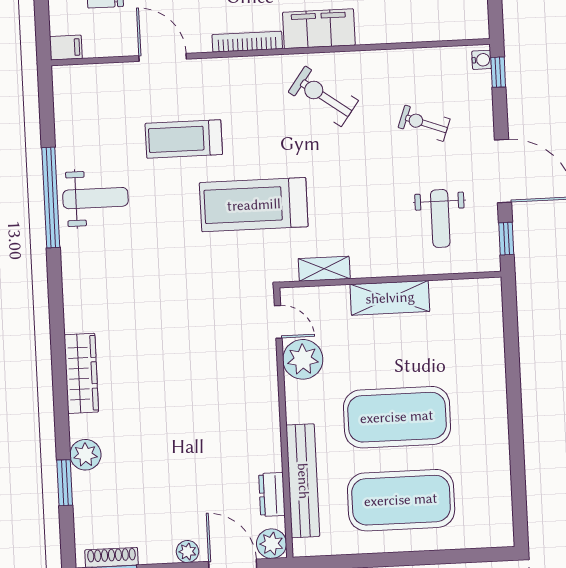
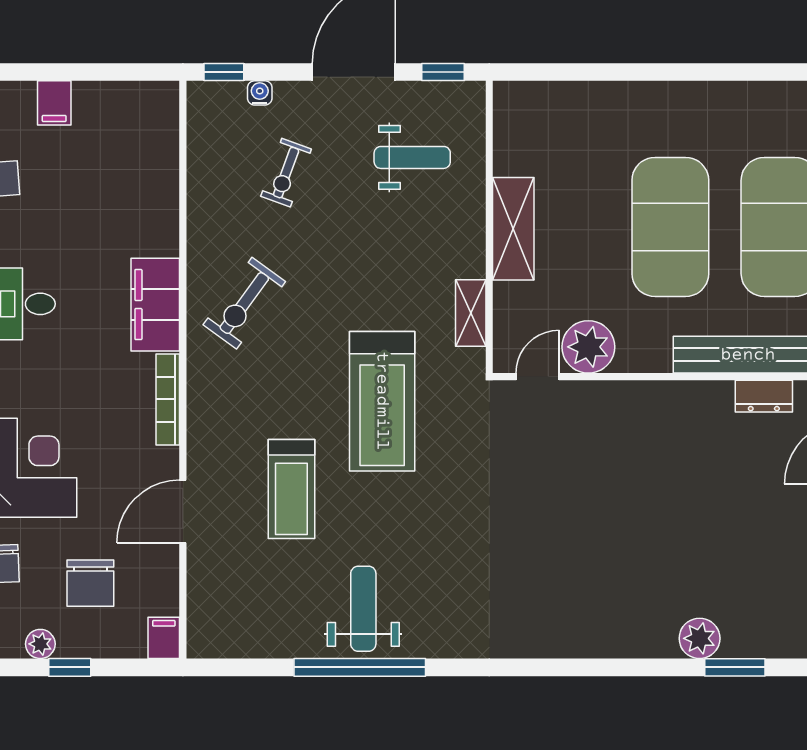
water cooler: (482, 60) -> (260, 93), moved
wardrobe: (81, 373) -> (592, 639), removed

